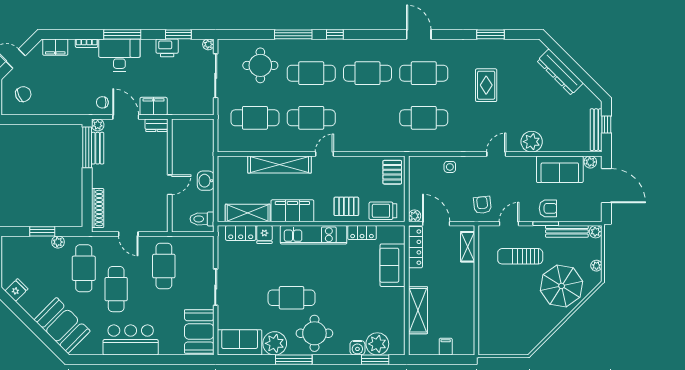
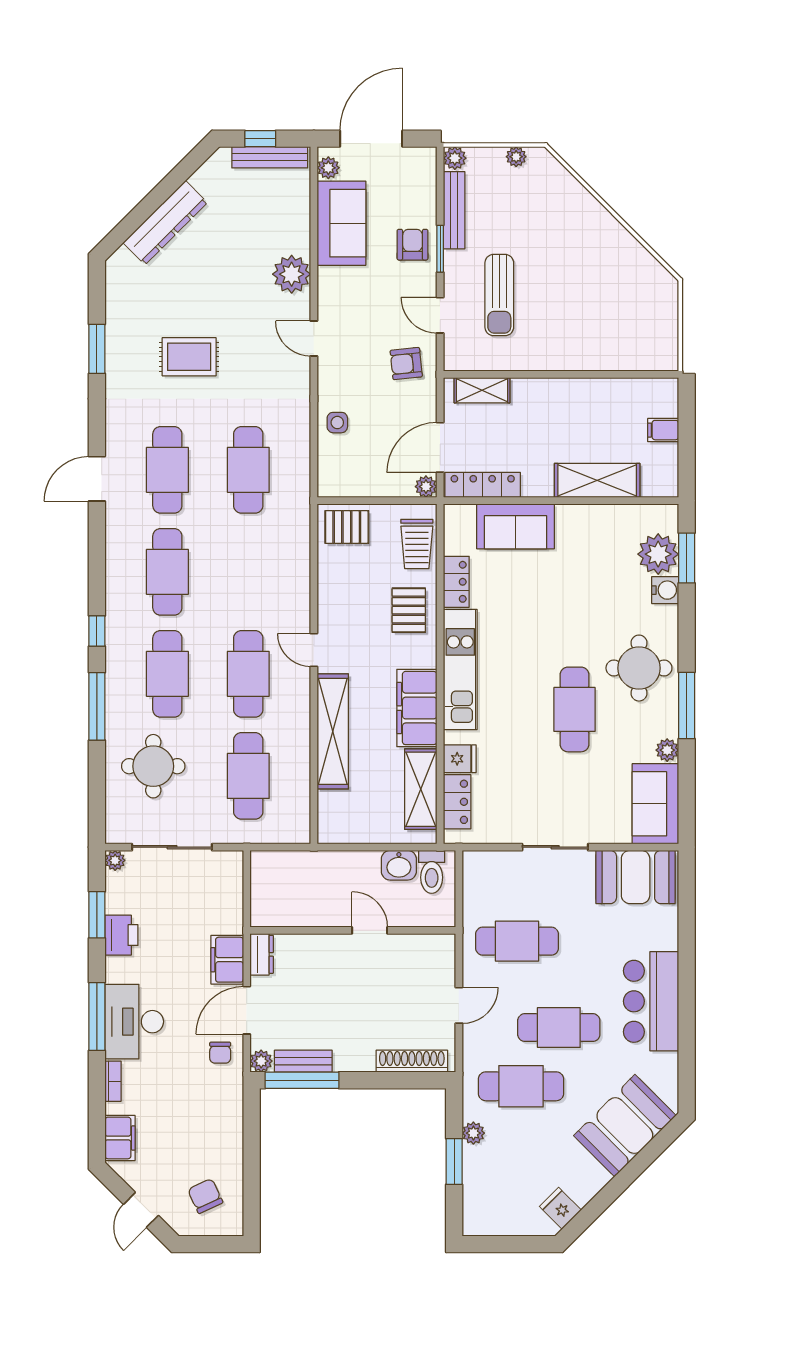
washbasin: (206, 181) -> (399, 865), moved
parasol: (562, 286) -> (553, 220), removed
plant: (275, 343) -> (667, 750), width x0.53, depth x0.53

